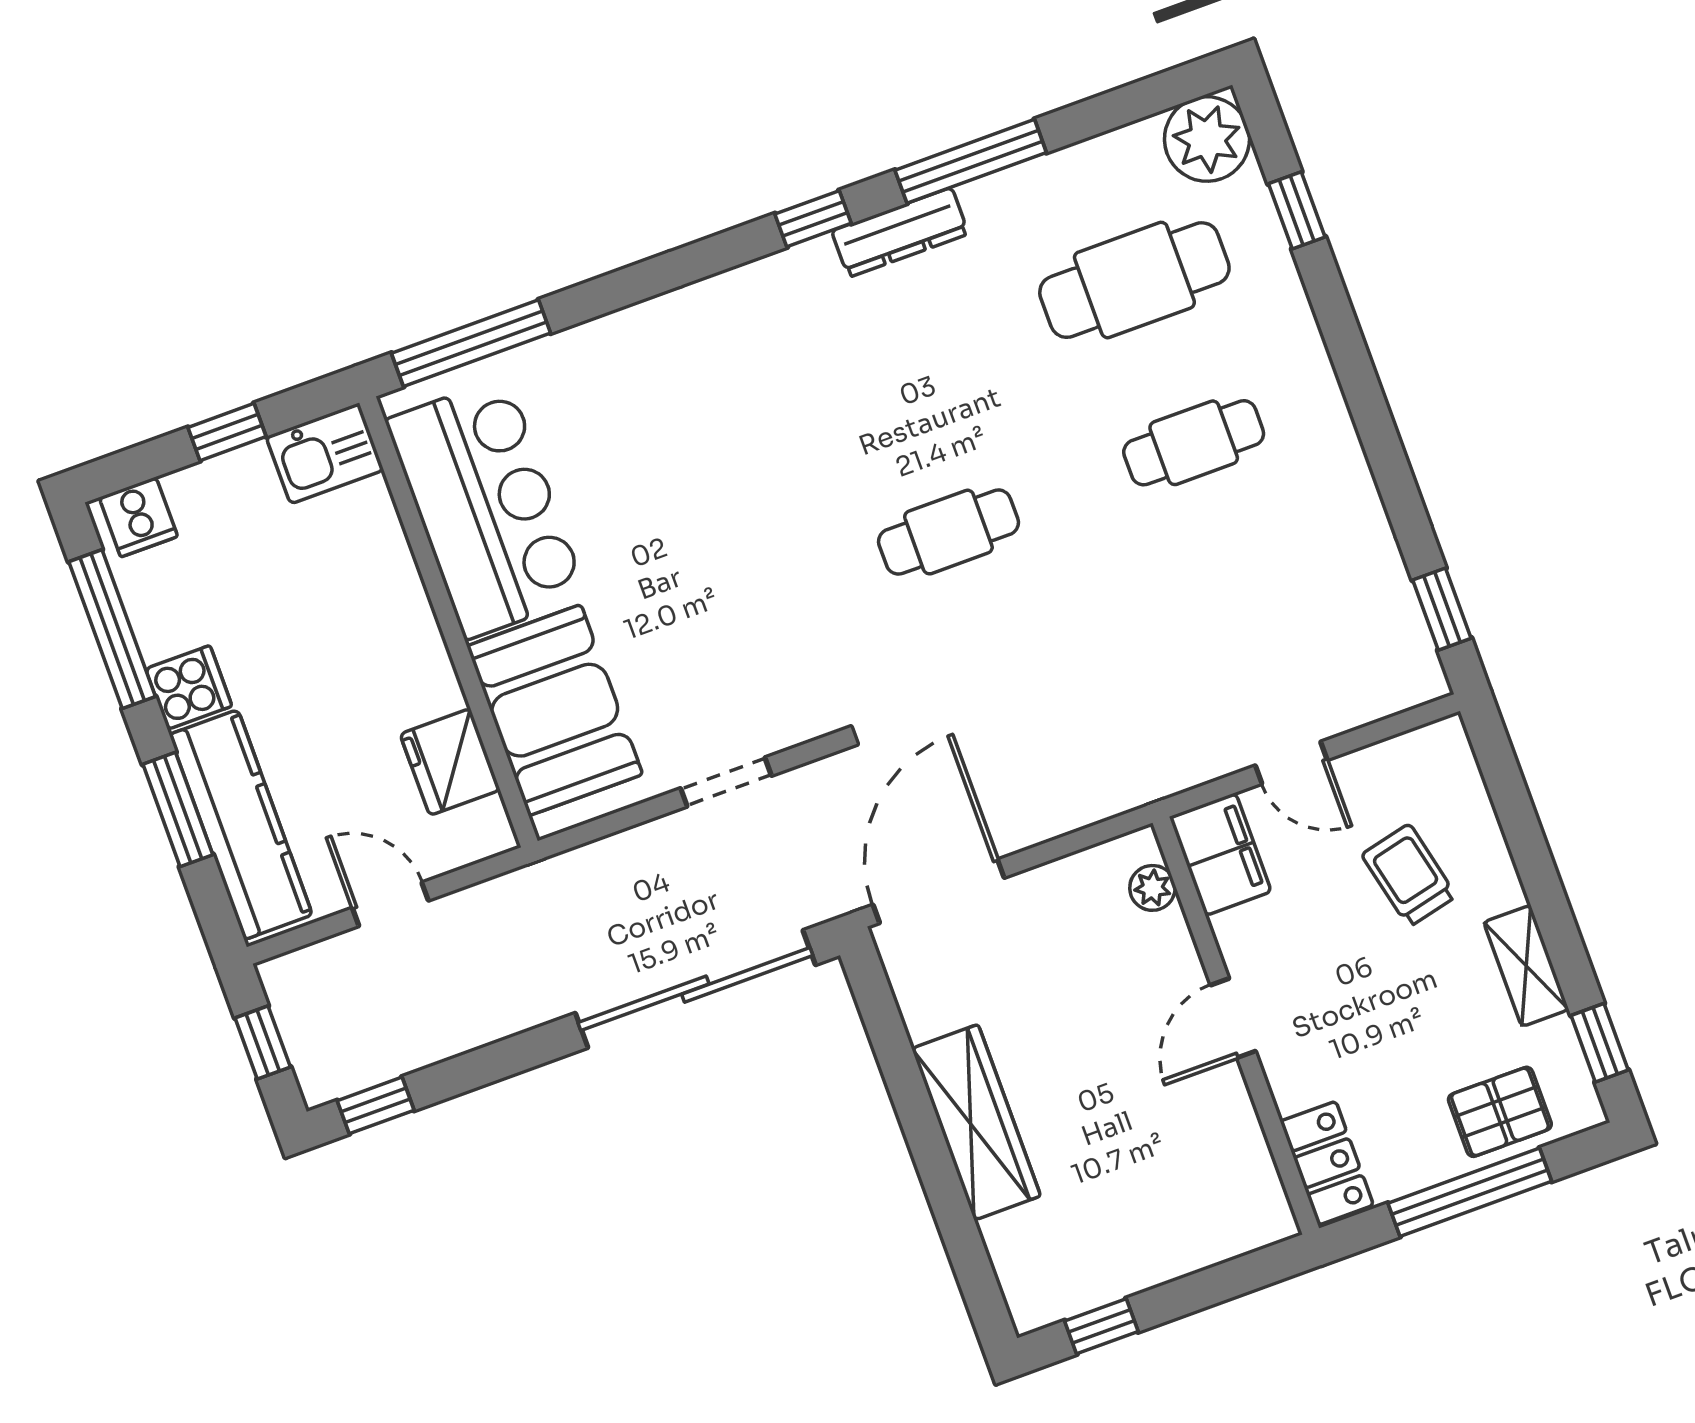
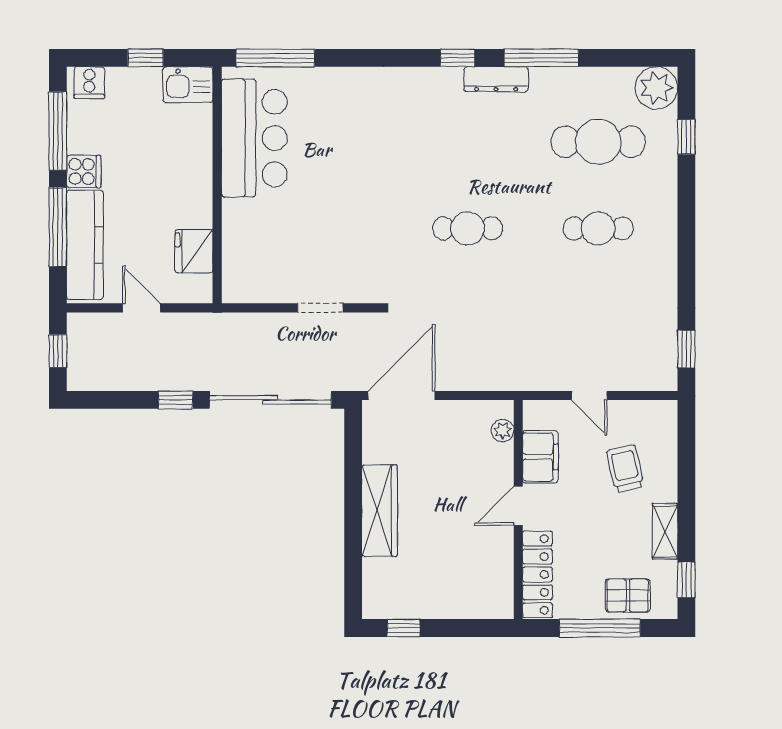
booth: (555, 710) -> (252, 245), removed
window: (178, 809) -> (58, 227), width x1.44
filing cabinet: (1220, 854) -> (540, 457), moved
window: (376, 1105) -> (175, 400), moved
locker: (1327, 1163) -> (537, 574), width x1.53

